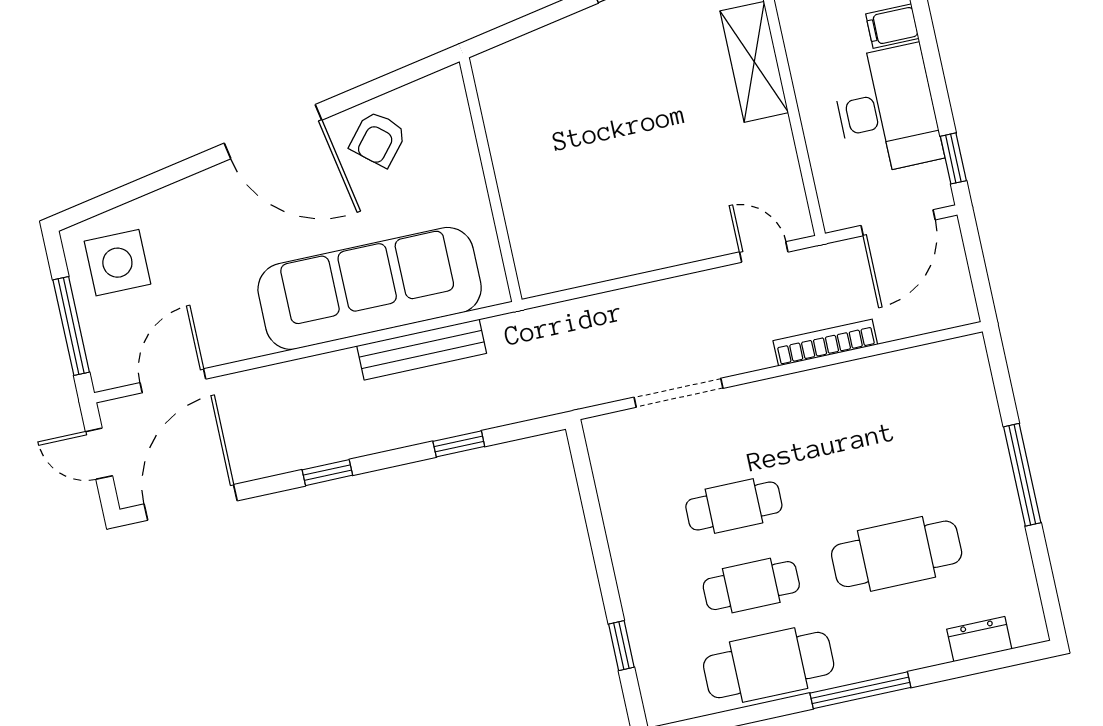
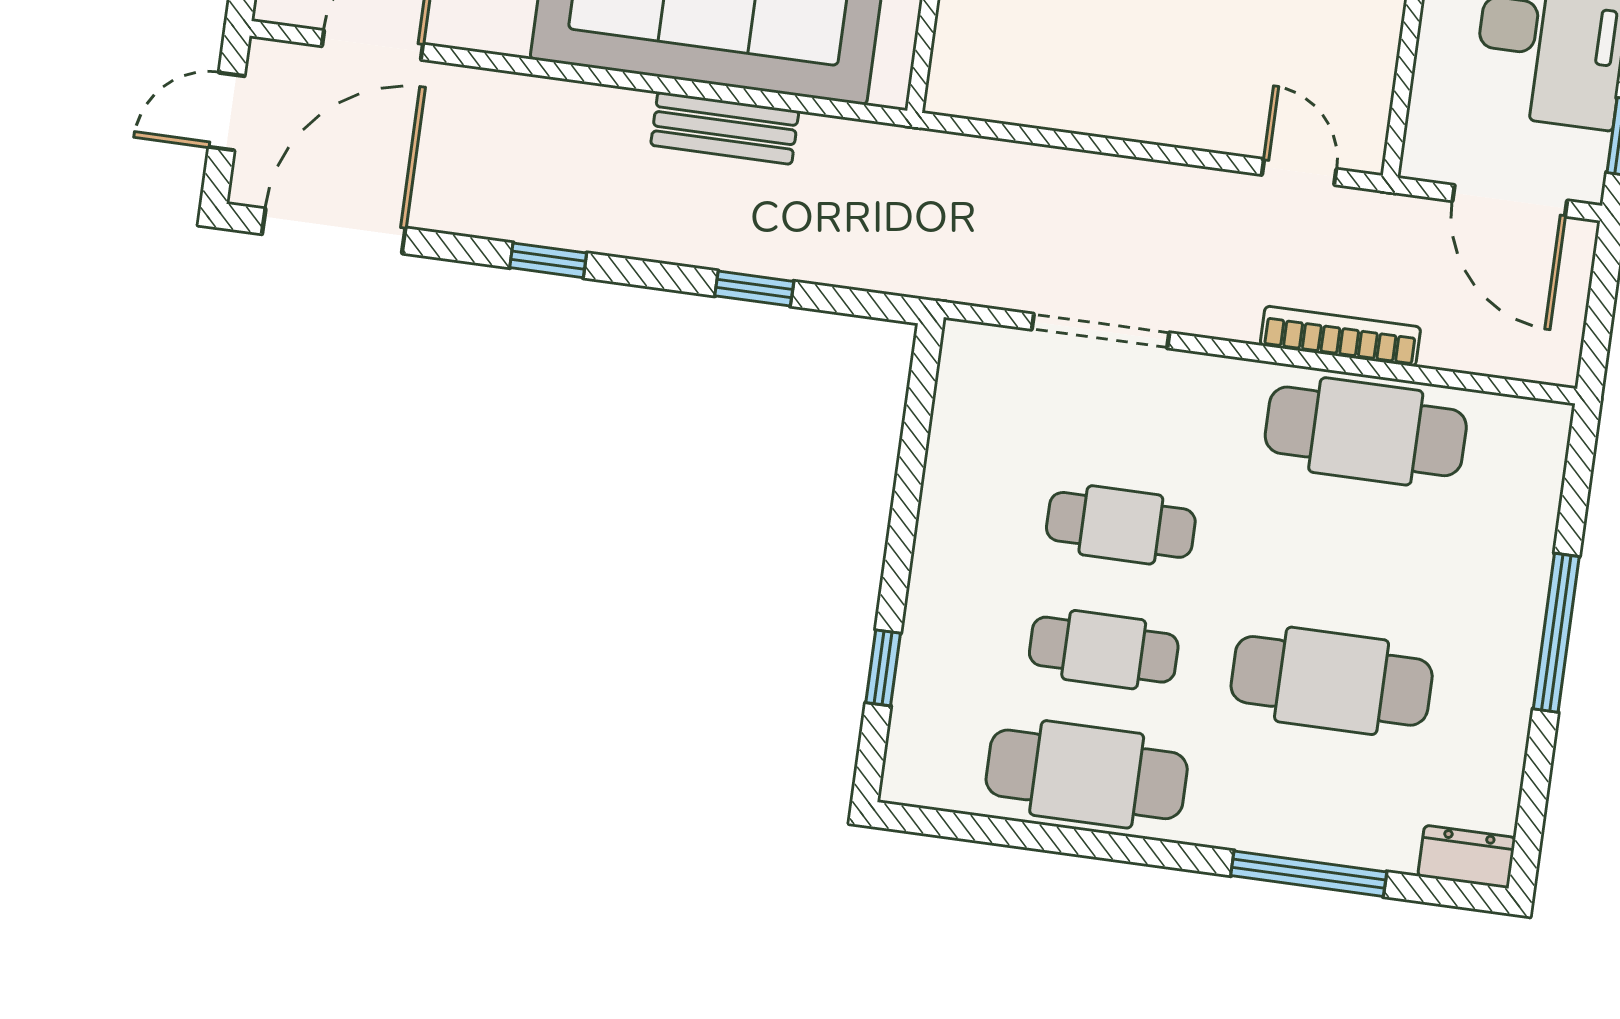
door: (898, 223) -> (1510, 201), hinge flipped
bench: (422, 349) -> (725, 128), width x0.73
cafe table: (862, 395) -> (1366, 431), added
door: (99, 454) -> (227, 111), hinge flipped
dresser: (979, 639) -> (1467, 857), moved
window: (860, 690) -> (1309, 874), moved

